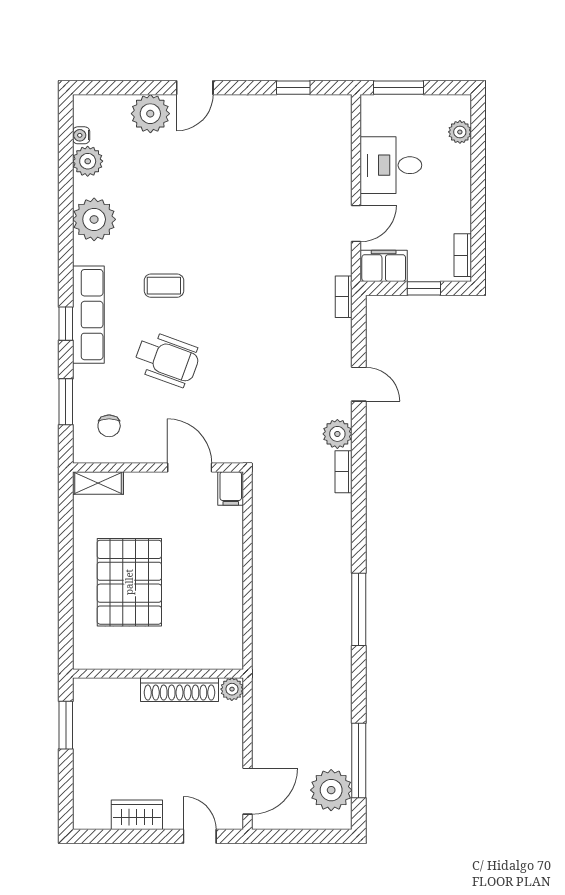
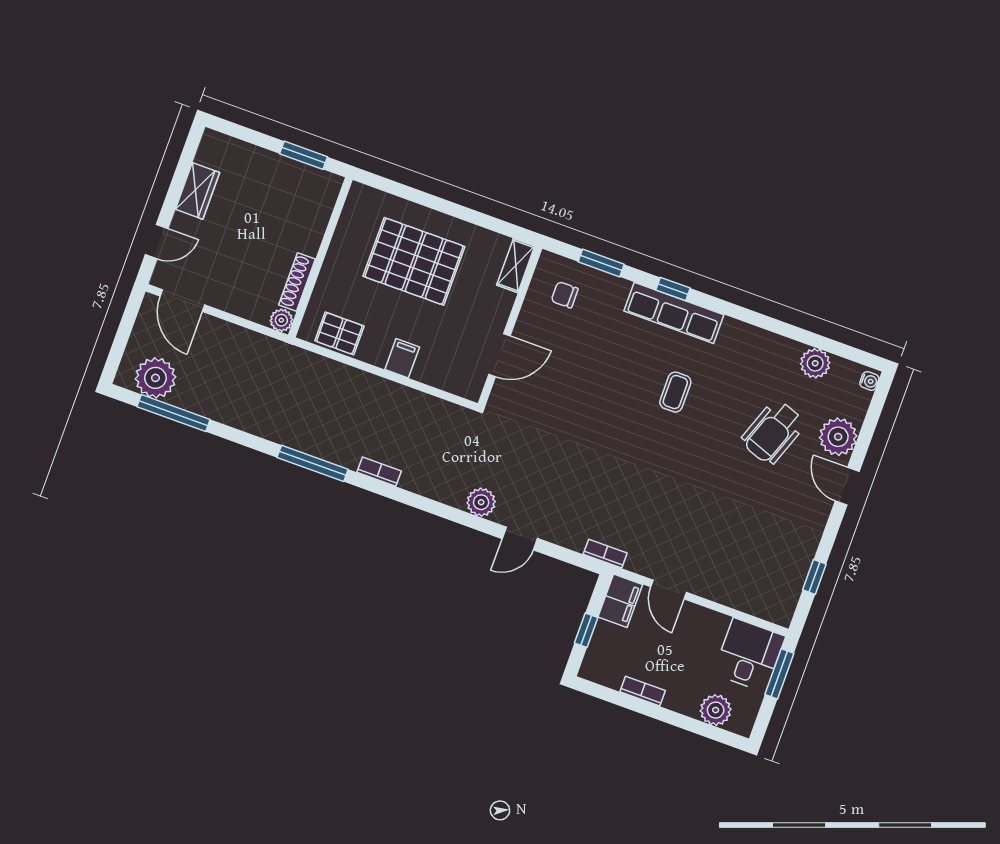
plant: (460, 132) -> (716, 710), width x1.38, depth x1.38
water cooler: (81, 135) -> (869, 381), moved, turned 90
desk: (391, 165) -> (749, 655), moved
plant: (94, 219) -> (759, 350), removed
bookcase: (463, 255) -> (643, 691), moved
wheelchair: (167, 359) -> (773, 432), moved
bookcase: (344, 472) -> (379, 472), moved
filing cabinet: (231, 488) -> (402, 358), moved, turned 90
pallet: (225, 629) -> (339, 333), added
shoe rack: (180, 690) -> (297, 282), width x0.74, depth x0.81

